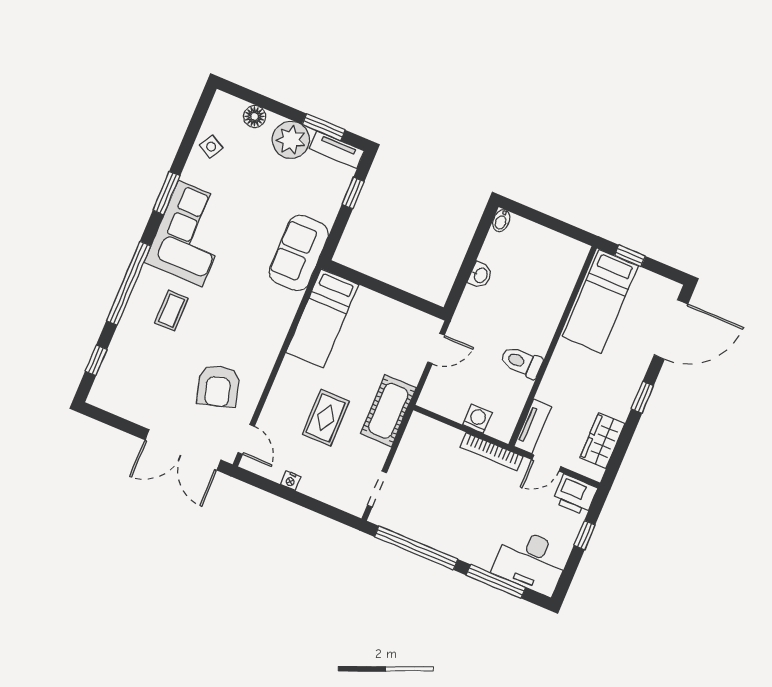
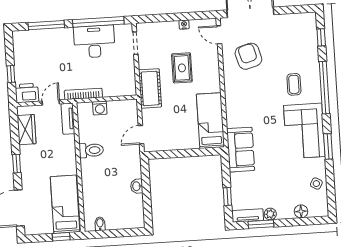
plant: (291, 140) -> (270, 214), width x0.53, depth x0.53
bidet: (501, 221) -> (100, 224), moved
desk: (531, 561) -> (94, 41), moved

